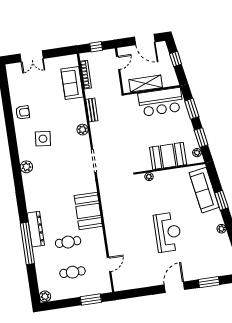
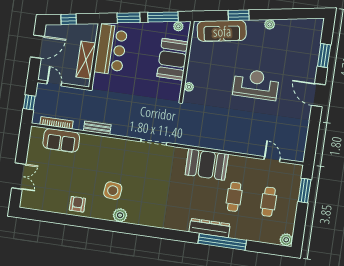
plant: (83, 130) -> (116, 144), removed
window: (201, 137) -> (163, 17), width x1.44
plant: (26, 167) -> (120, 215), moved

